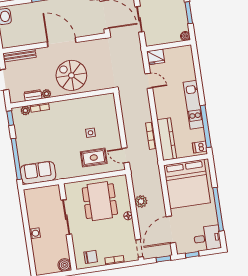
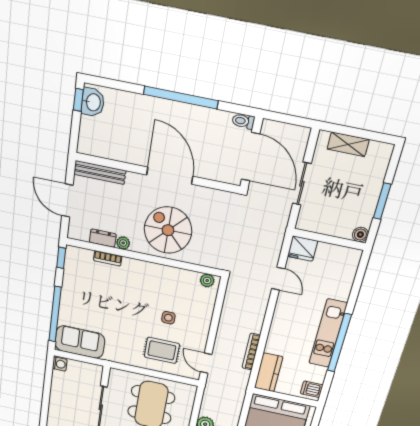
plant: (25, 111) -> (207, 281), moved
window: (206, 126) -> (339, 343), moved
kitchen counter: (167, 139) -> (269, 372), width x0.67
washing machine: (35, 233) -> (60, 364), moved

